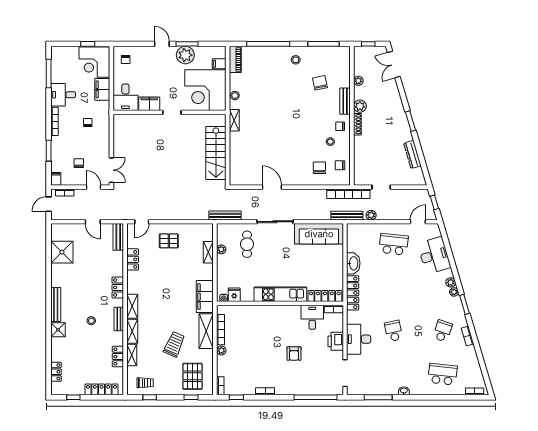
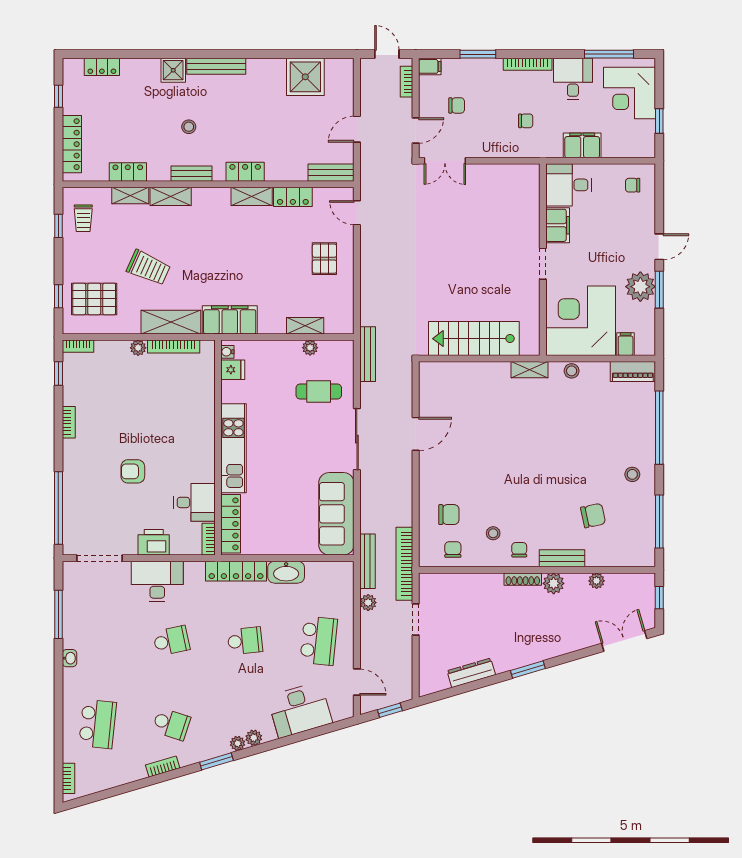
corner desk: (94, 62) -> (629, 93), moved, turned -90
school desk: (394, 288) -> (245, 641), added
shelving: (132, 306) -> (252, 196), moved

